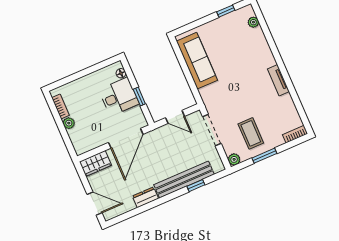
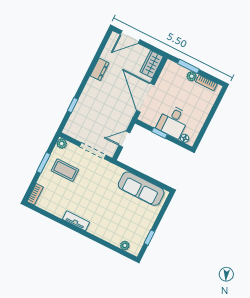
window: (64, 134) -> (189, 66), added
bench: (184, 180) -> (84, 103), removed

